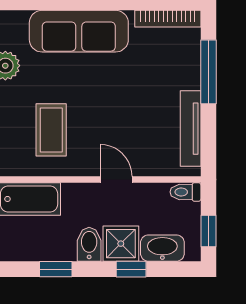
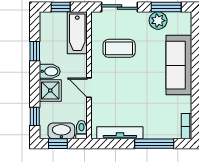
bookcase: (168, 19) -> (187, 126), width x0.64
door: (116, 180) -> (89, 88), swing flipped
washbasin: (162, 248) -> (61, 131), moved, turned -90
window: (131, 269) -> (35, 116), moved

